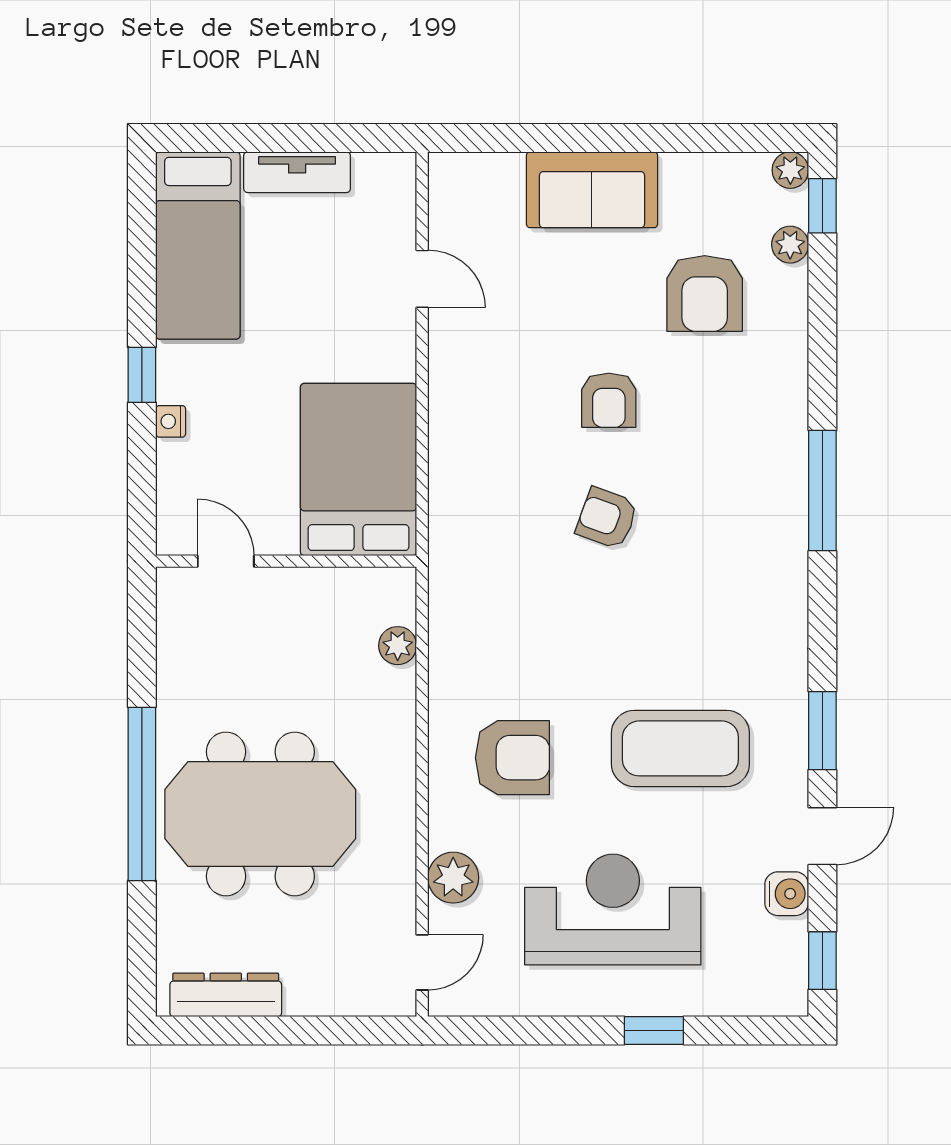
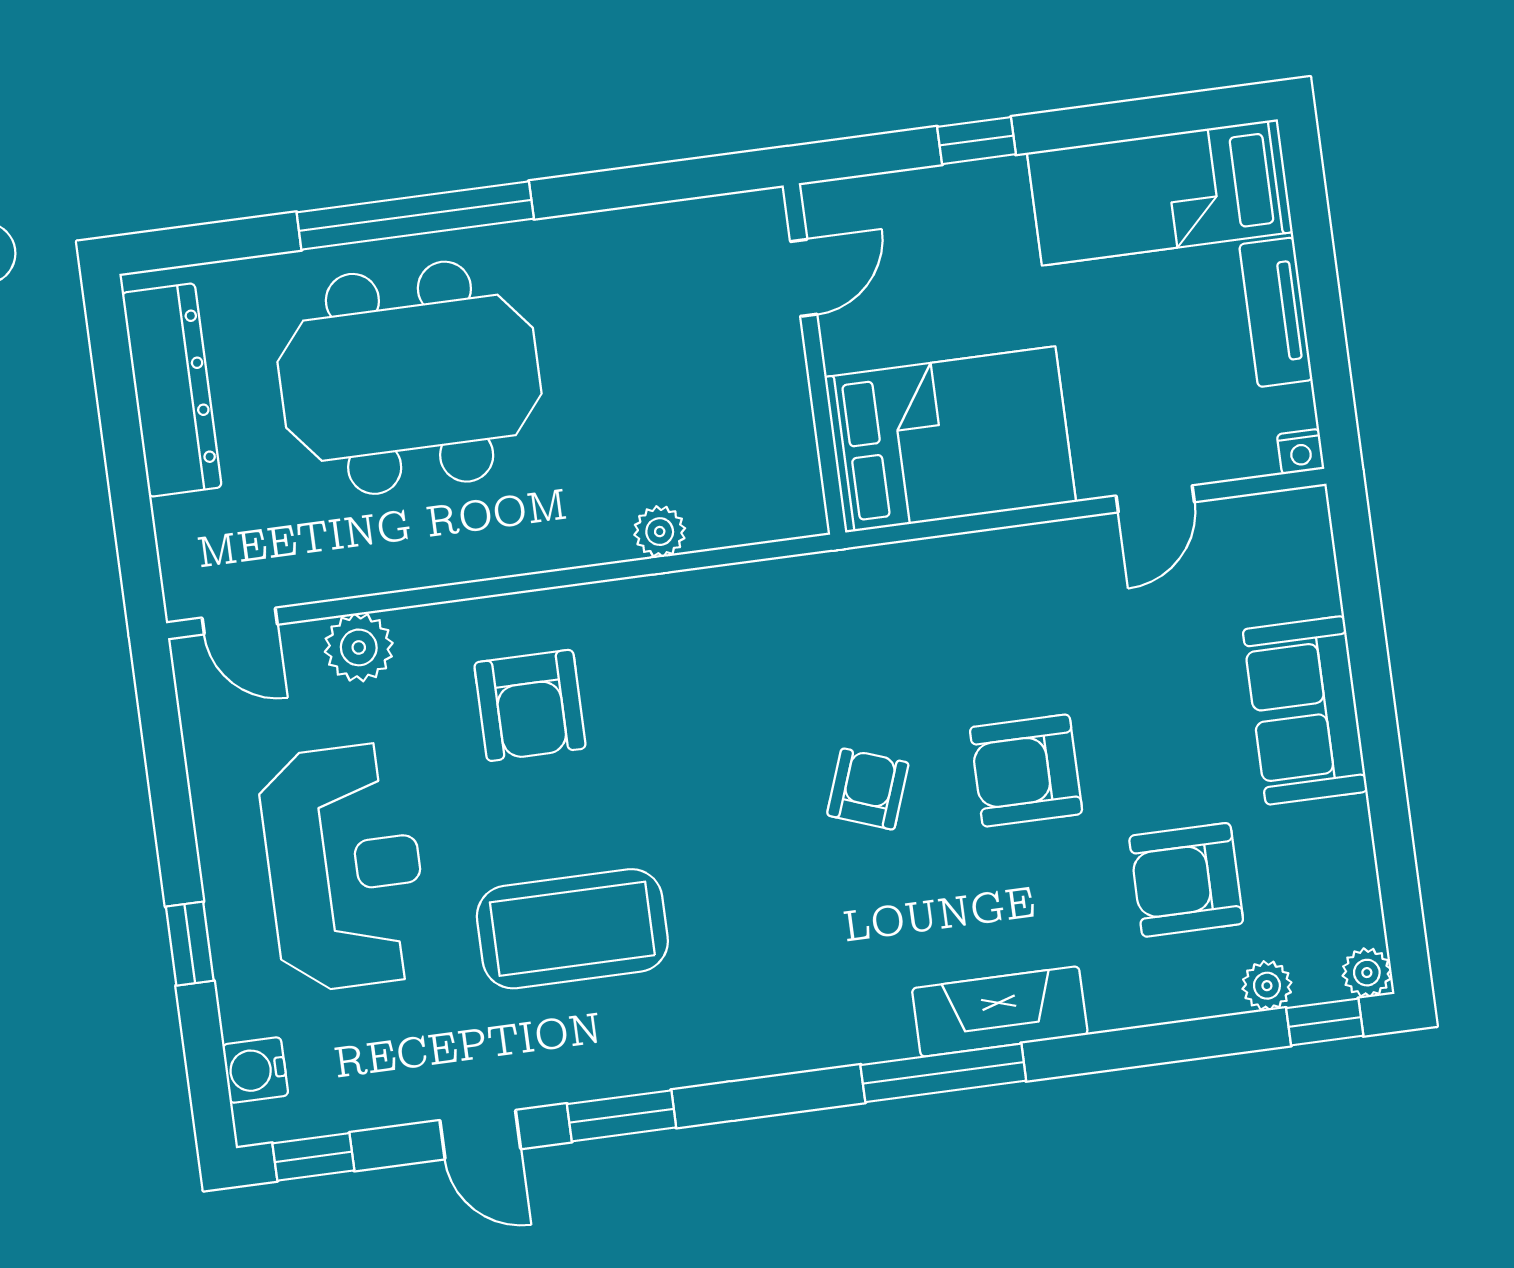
armchair: (609, 400) -> (1026, 771), width x1.38, depth x1.38
nightstand: (171, 421) -> (1301, 452), moved, turned 180
fireplace: (783, 443) -> (1000, 1011), added
bed: (359, 470) -> (950, 439), moved
door: (226, 561) -> (804, 278), moved
wall: (286, 561) -> (815, 359), moved
coffee table: (680, 748) -> (572, 929), turned 90
meeting table: (260, 814) -> (410, 378), turned 90
water cooler: (787, 894) -> (255, 1070), moved, turned 90
dresser: (226, 995) -> (172, 390), width x1.37, depth x1.24

